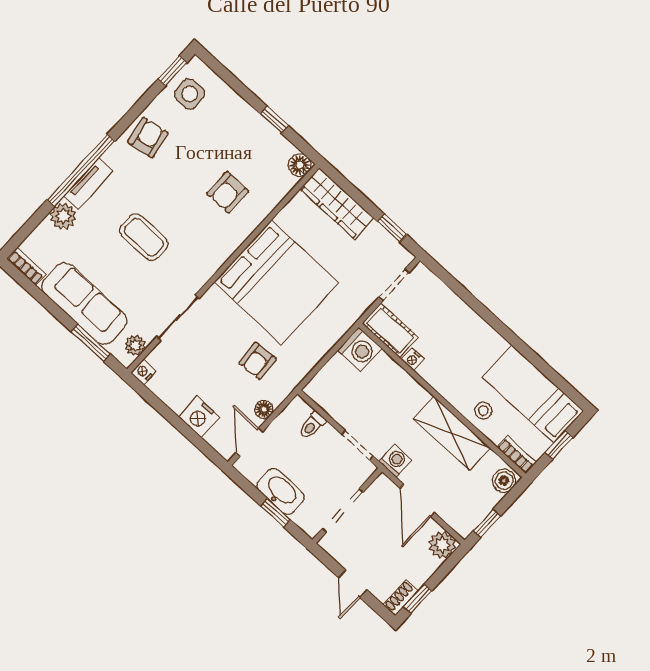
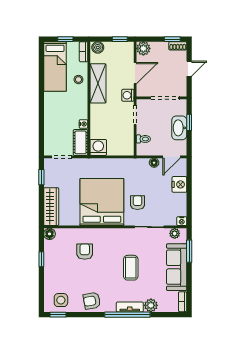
armchair: (228, 192) -> (85, 252), turned -90
armchair: (258, 361) -> (137, 203), moved, turned -86

